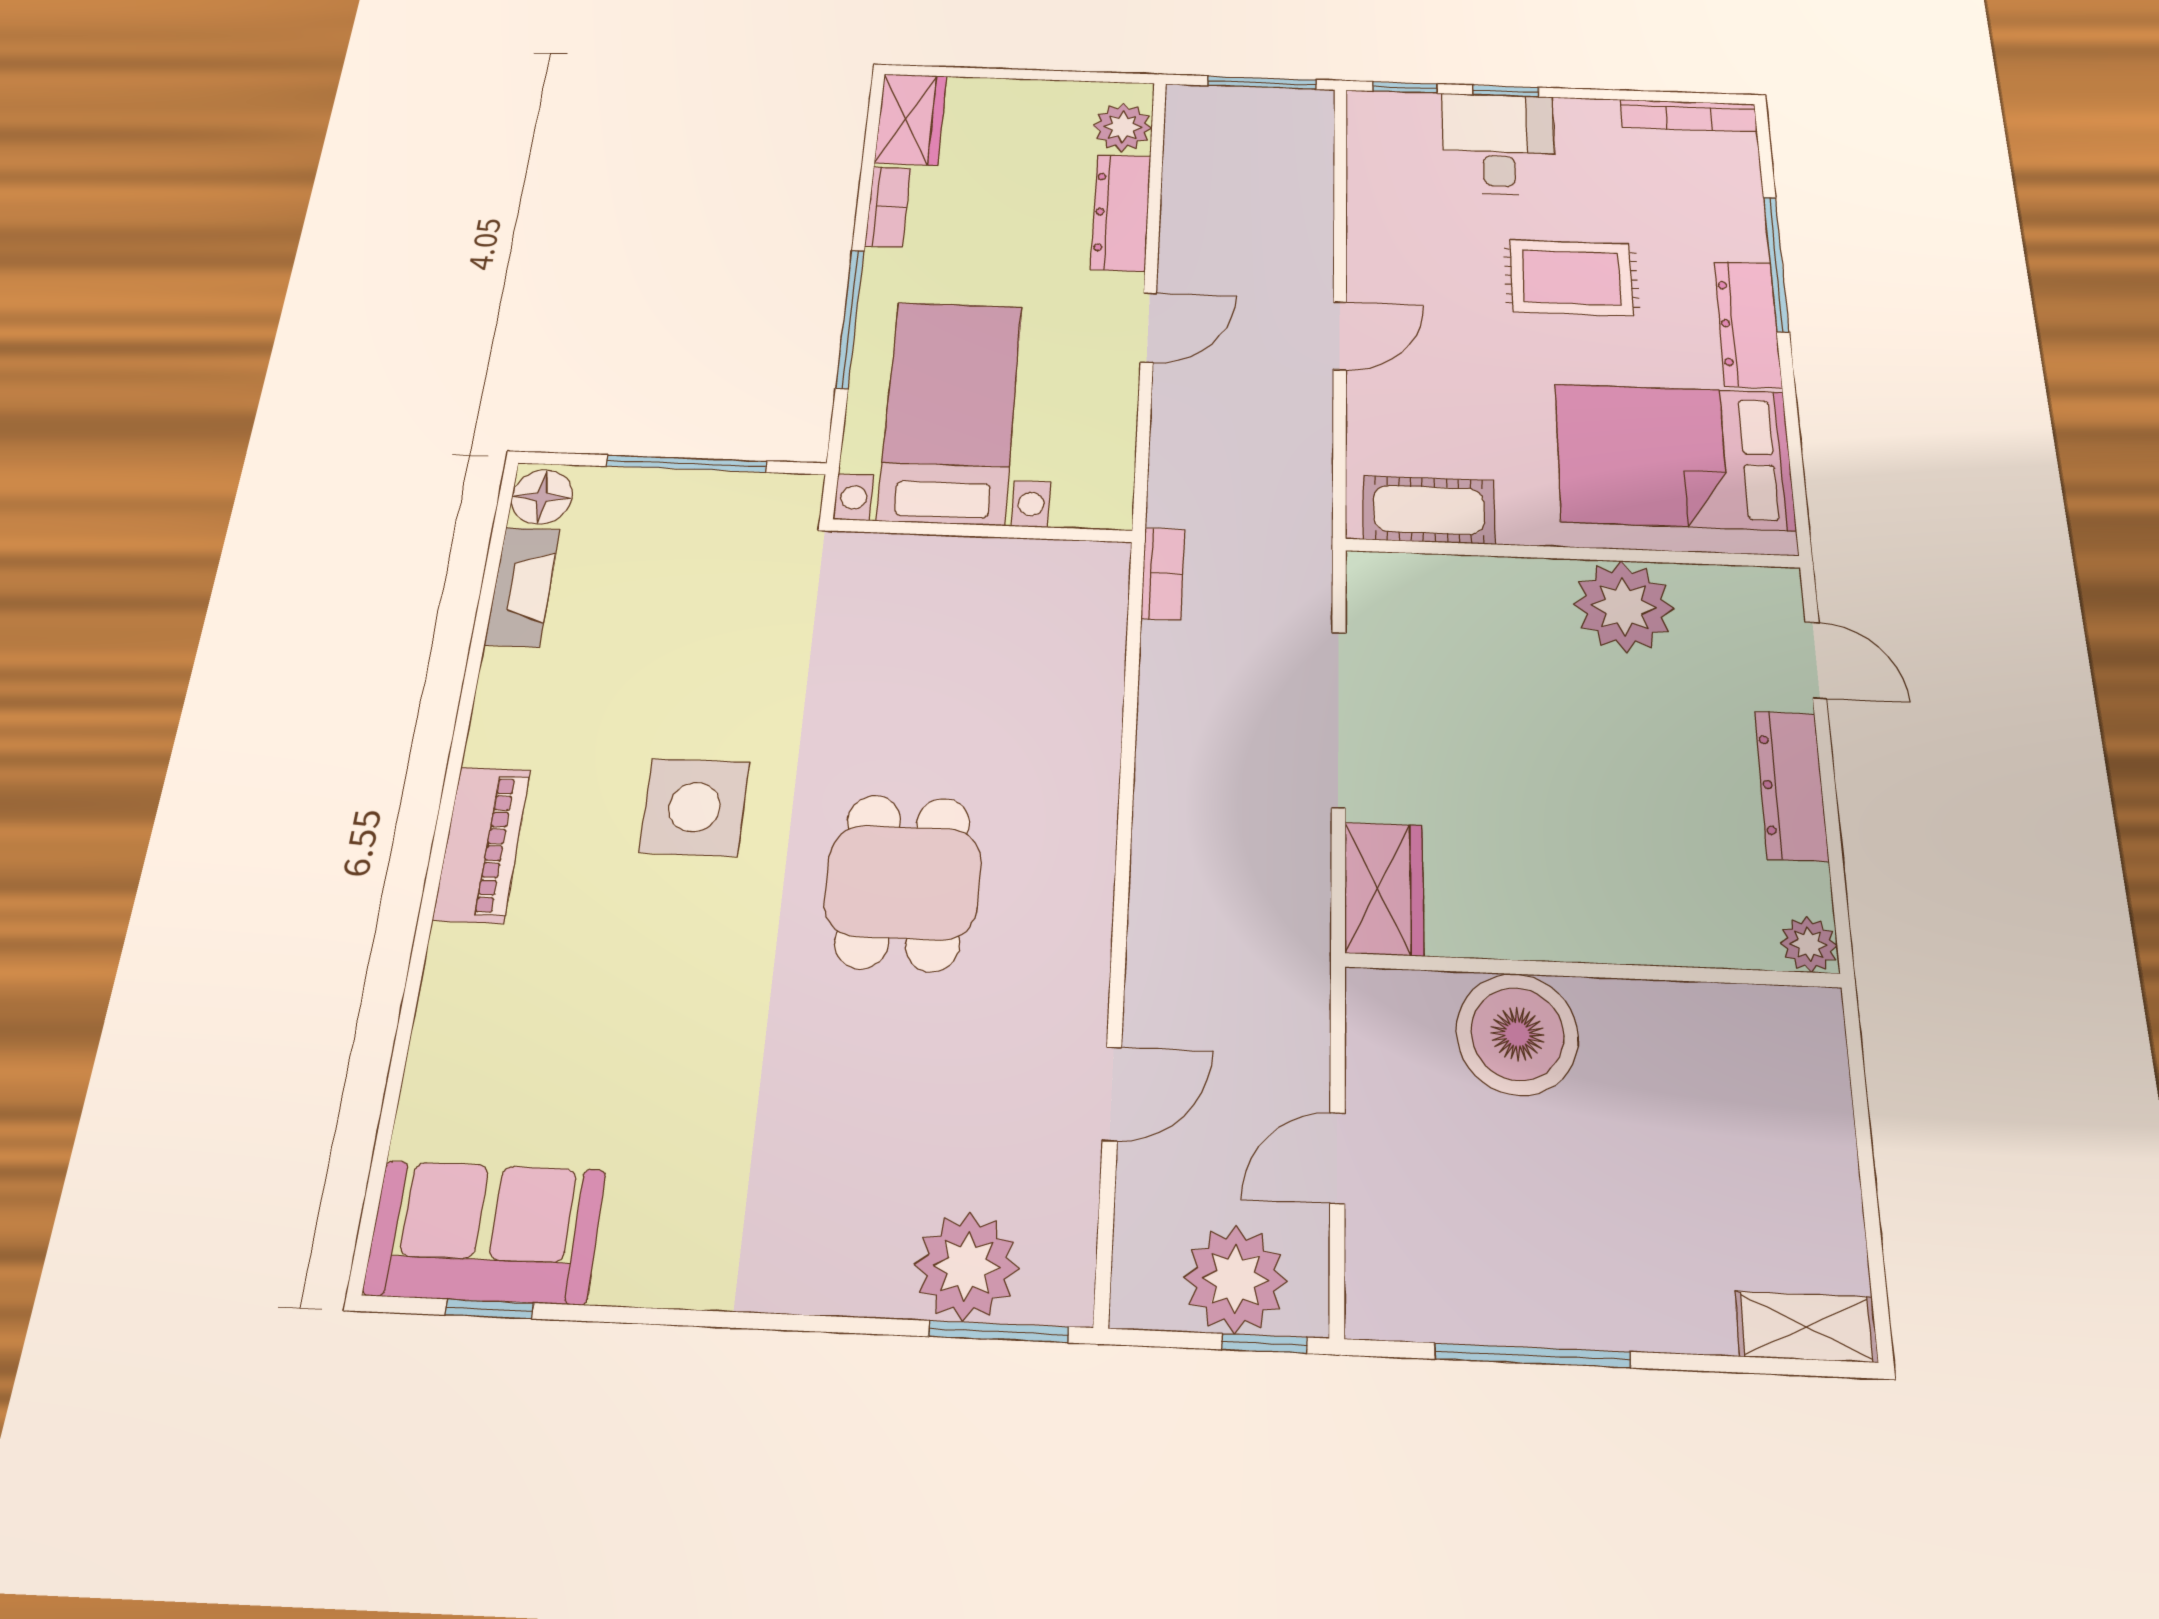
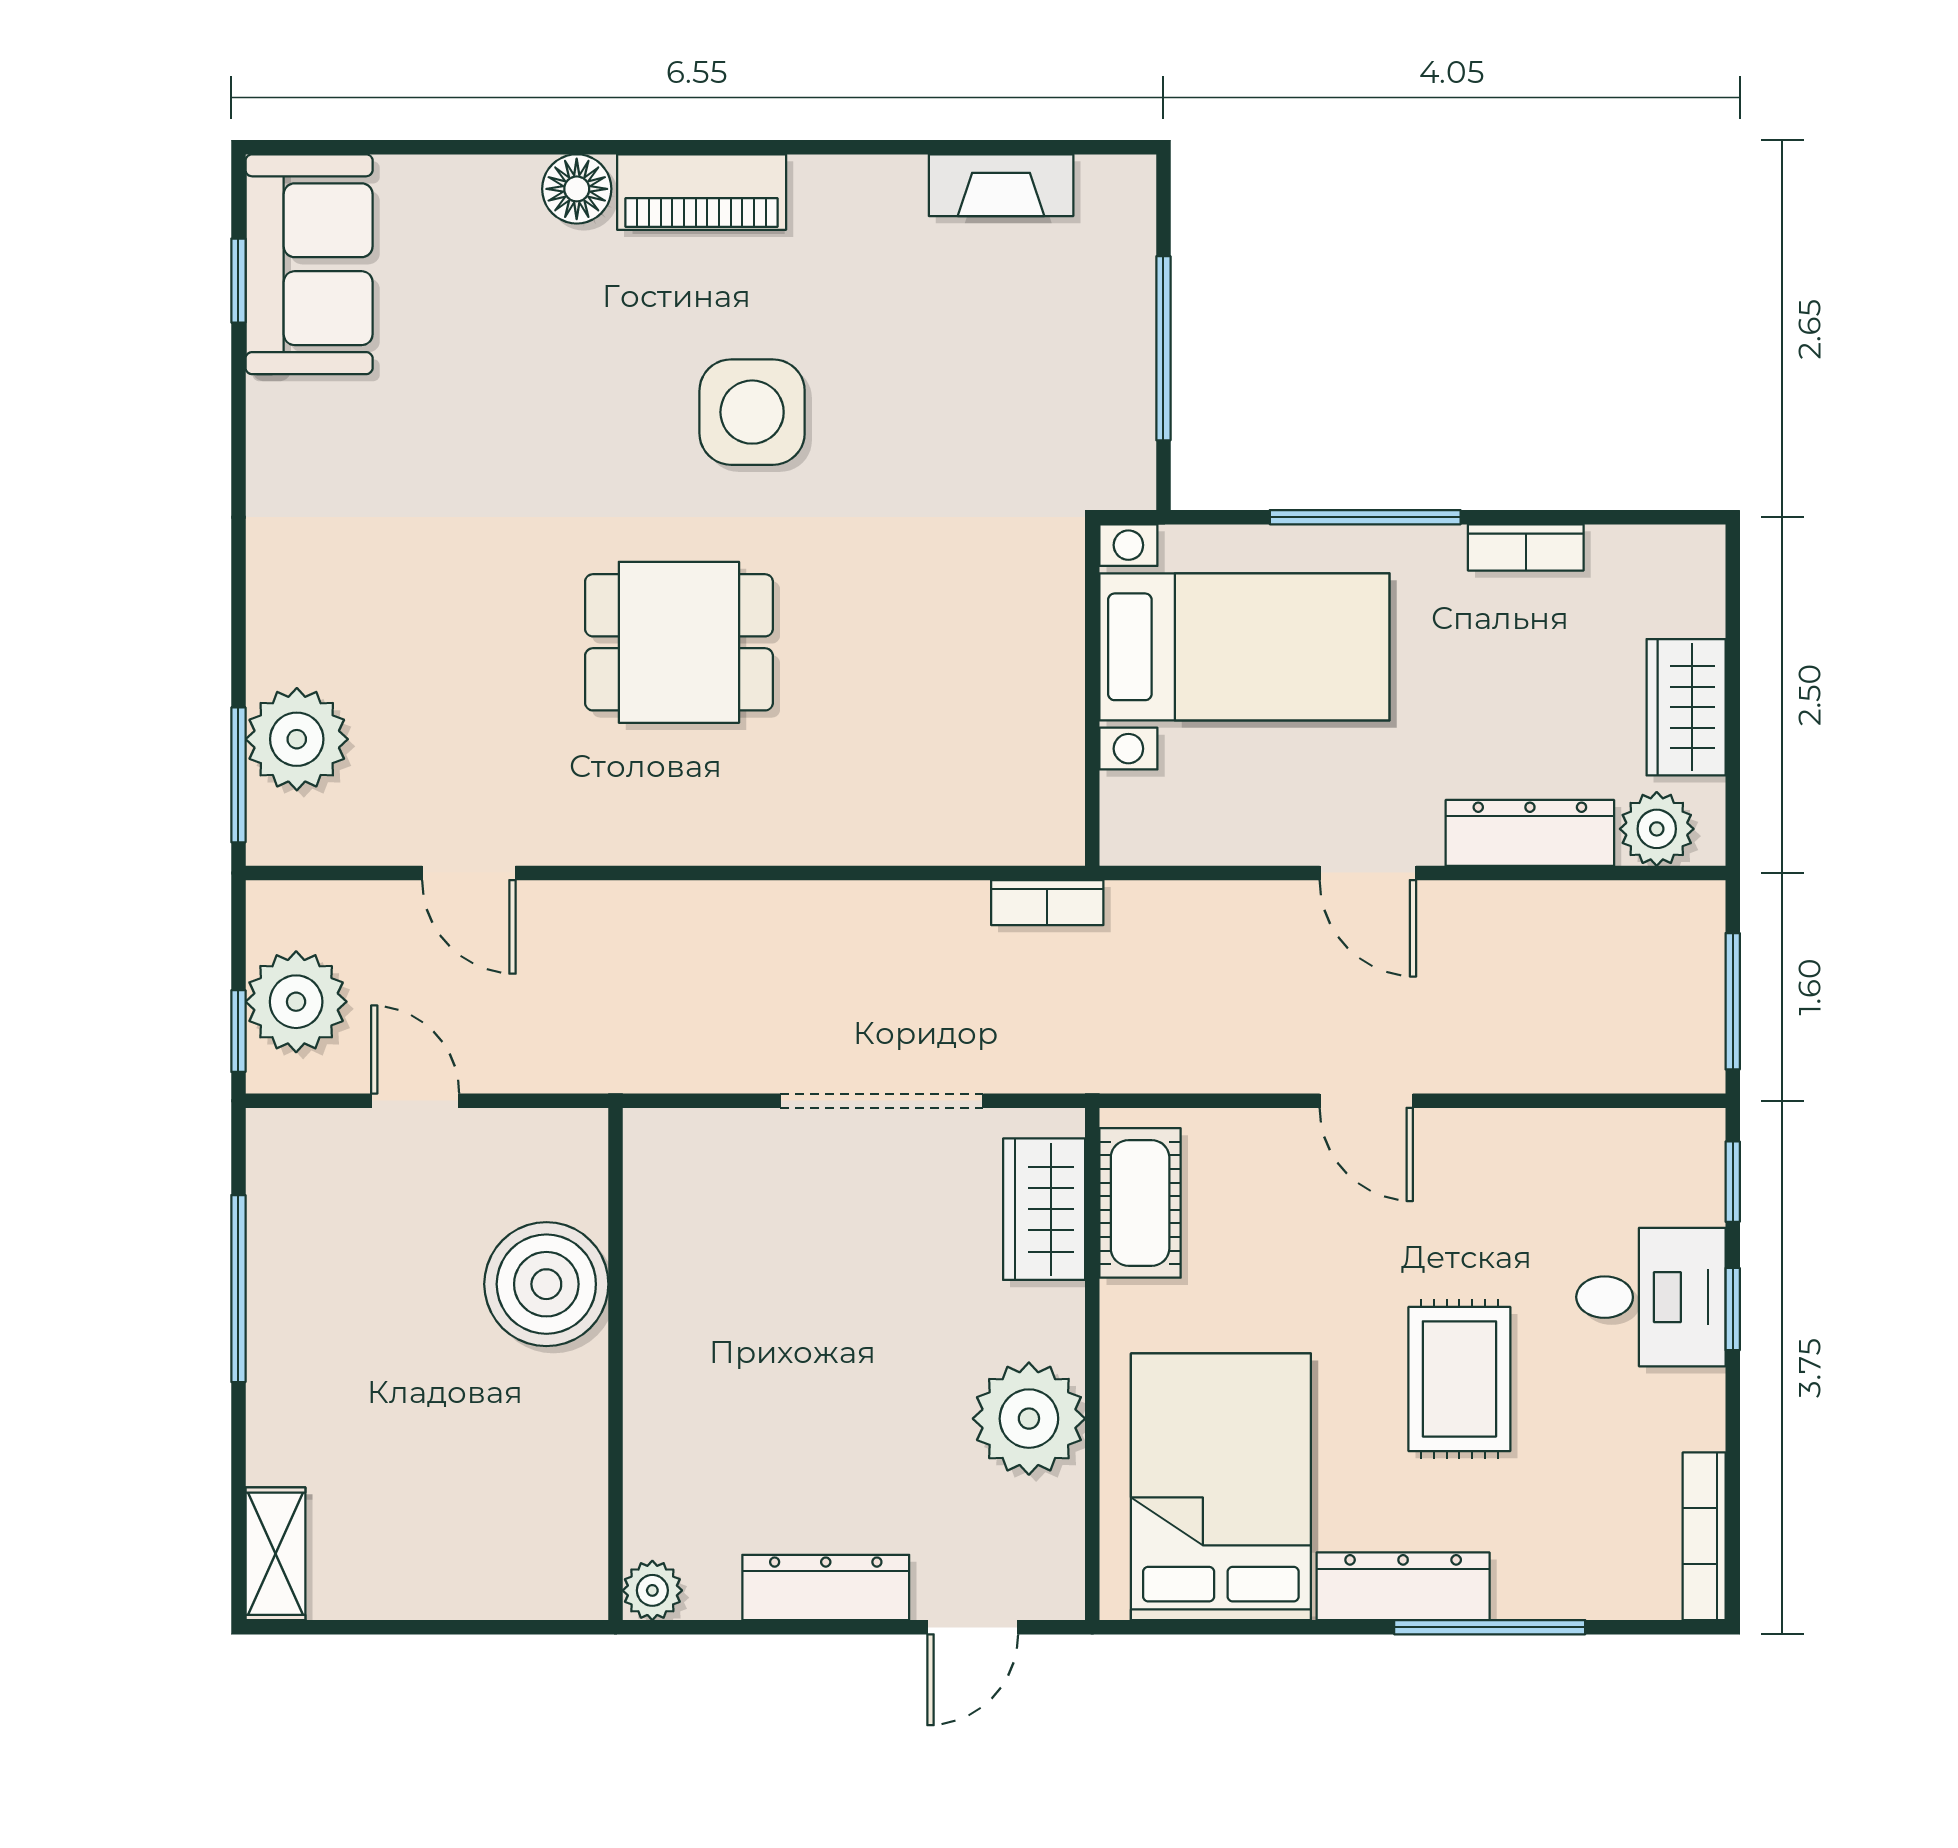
wardrobe: (911, 119) -> (1686, 707), moved, turned 90
floor lamp: (542, 497) -> (577, 189), moved
wardrobe: (1384, 889) -> (1044, 1209), moved, turned 90

